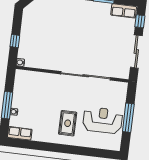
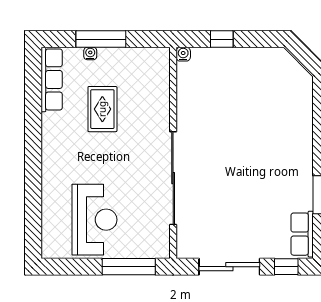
window: (128, 118) -> (129, 267), moved
rug: (68, 123) -> (102, 109), moved, turned 90
row of seats: (20, 133) -> (52, 79), width x1.48

